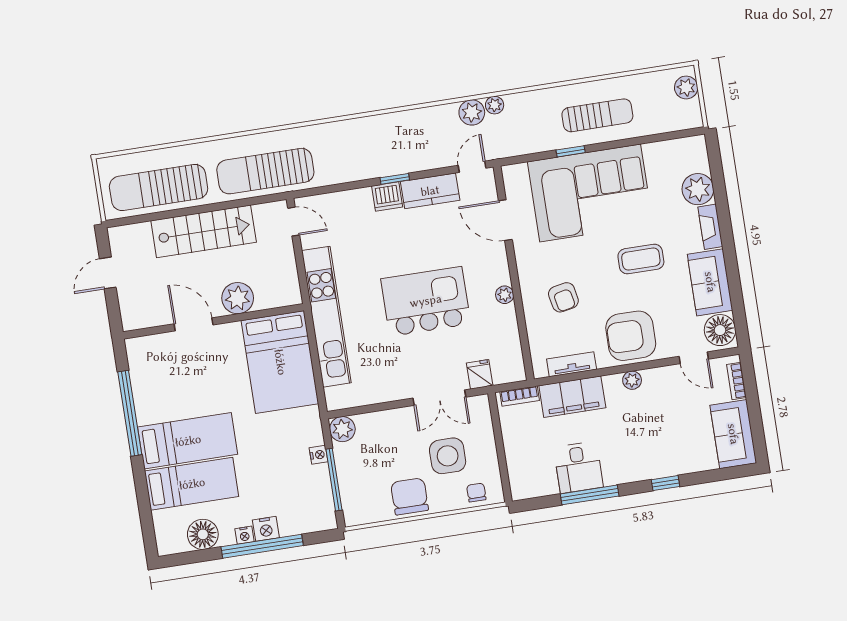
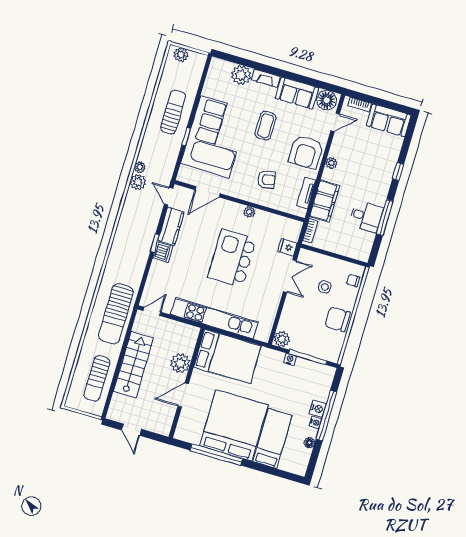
sun lounger: (159, 188) -> (97, 378), width x0.73, depth x0.75
bed: (188, 441) -> (234, 425), width x2.04
side table: (448, 456) -> (325, 287), width x0.54, depth x0.54
floor lamp: (203, 534) -> (309, 443), width x0.53, depth x0.53

